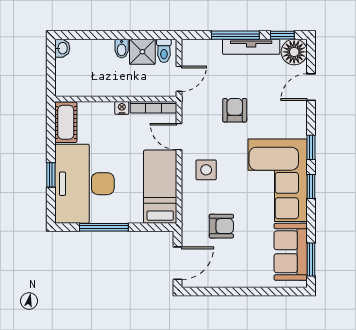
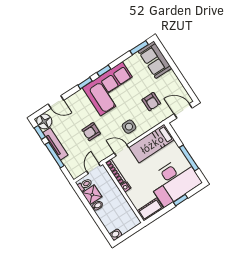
door: (179, 79) -> (94, 169), hinge flipped
door: (179, 137) -> (122, 150), swing flipped
armchair: (221, 226) -> (151, 102), turned 180
sofa: (291, 252) -> (155, 60), moved, turned 90

